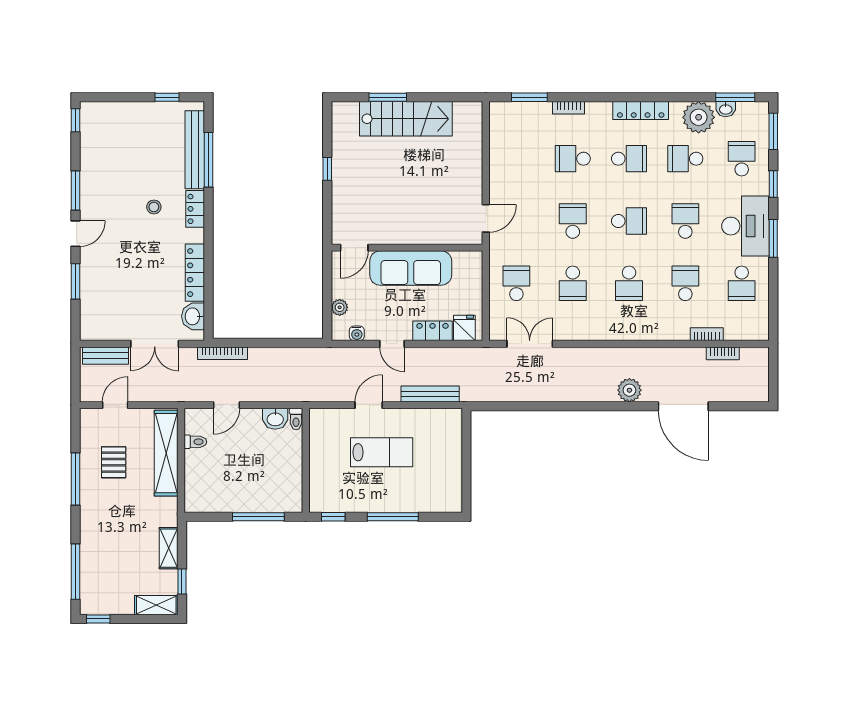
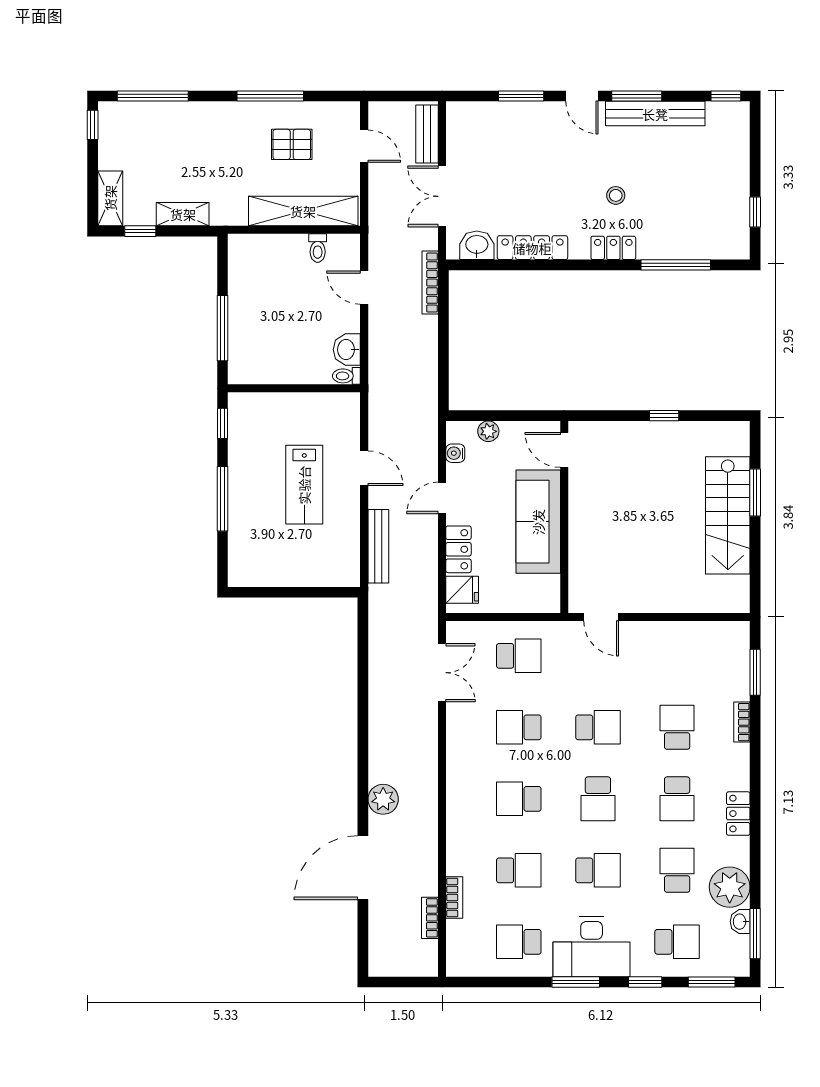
locker: (641, 110) -> (738, 814), width x0.66
bench: (195, 150) -> (655, 114), moved

